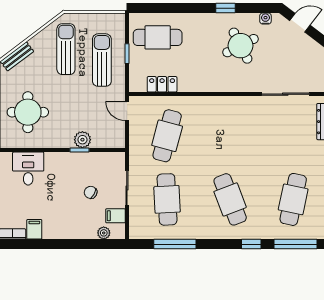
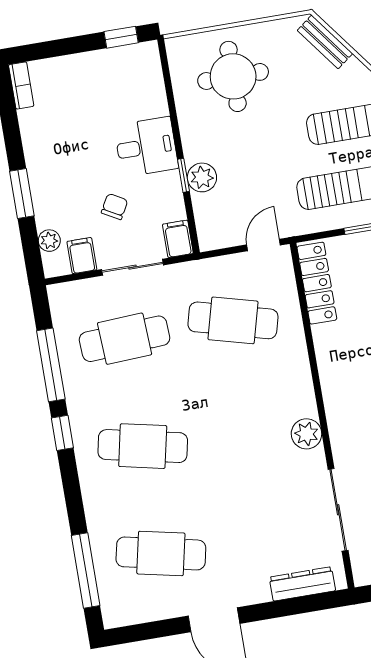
locker: (162, 84) -> (317, 283), width x1.53
plant: (239, 105) -> (306, 434), added
desk: (28, 169) -> (146, 147), moved
cafe table: (230, 199) -> (143, 446), turned 33
filing cabinet: (34, 229) -> (178, 239), moved, turned -90
window: (74, 244) -> (22, 193), added
window: (251, 244) -> (62, 433), moved

